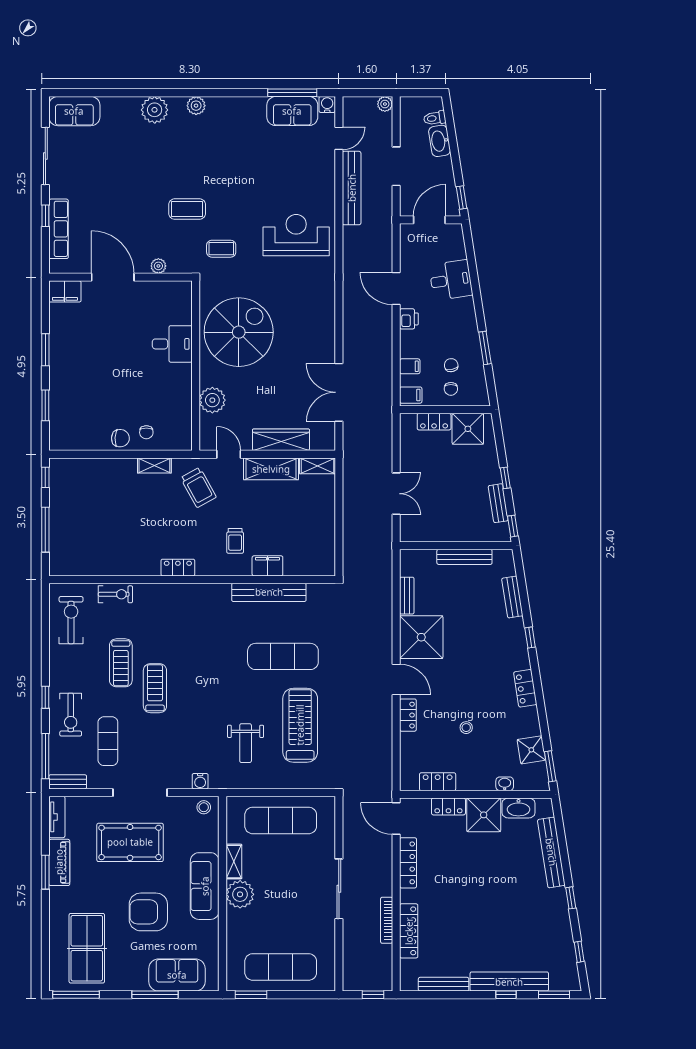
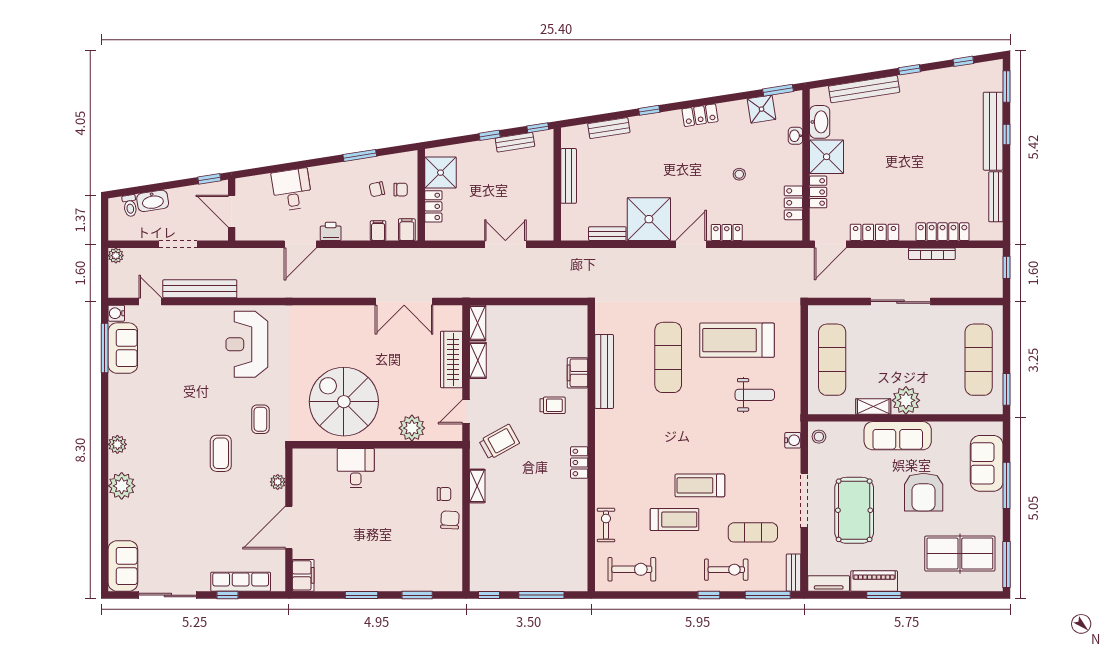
shelving: (271, 469) -> (478, 360), width x0.67, depth x0.75
exercise bike: (71, 620) -> (632, 569), turned 180

